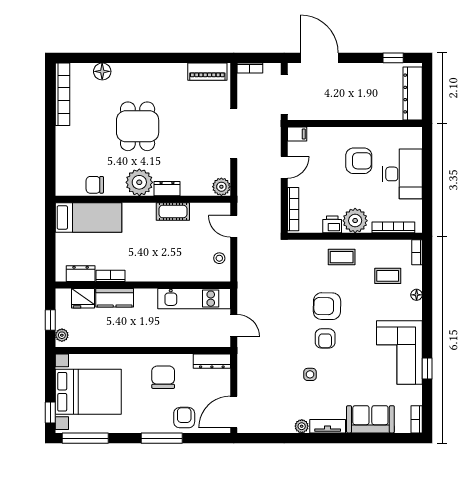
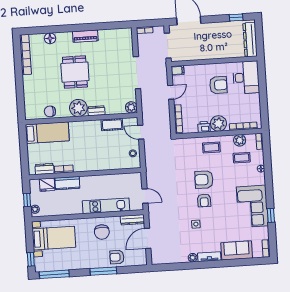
piano: (207, 72) -> (85, 36), moved
desk: (402, 174) -> (246, 77), moved
cot: (173, 212) -> (112, 125), moved
plant: (386, 249) -> (240, 140), added
kitchen unit: (194, 299) -> (106, 206), moved, turned 180
chair: (163, 377) -> (102, 232), turned 180
bed with nightstands: (88, 392) -> (54, 238), width x0.73
door: (234, 412) -> (148, 238), moved
armchair: (184, 418) -> (117, 257), turned -90

